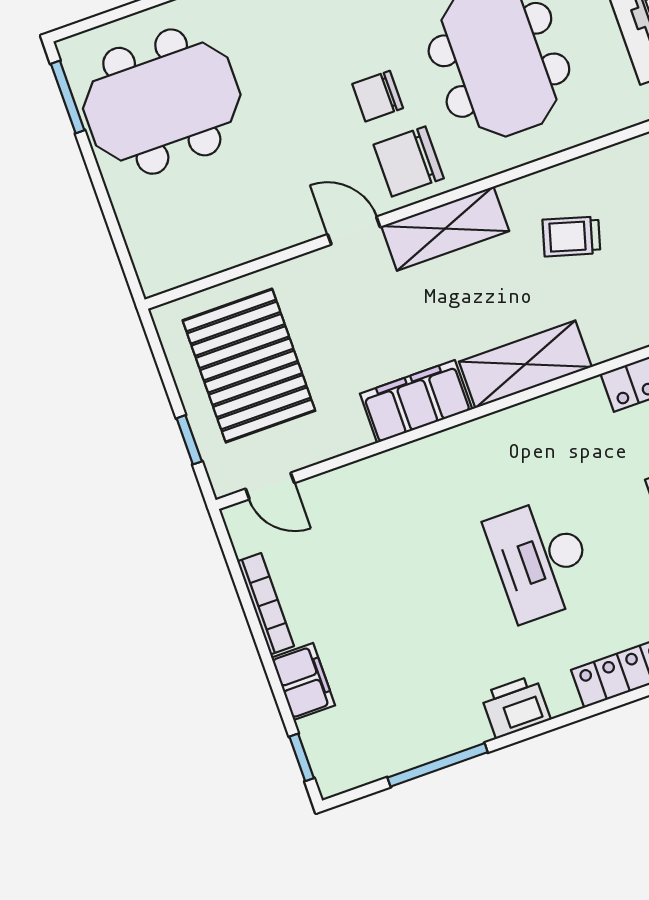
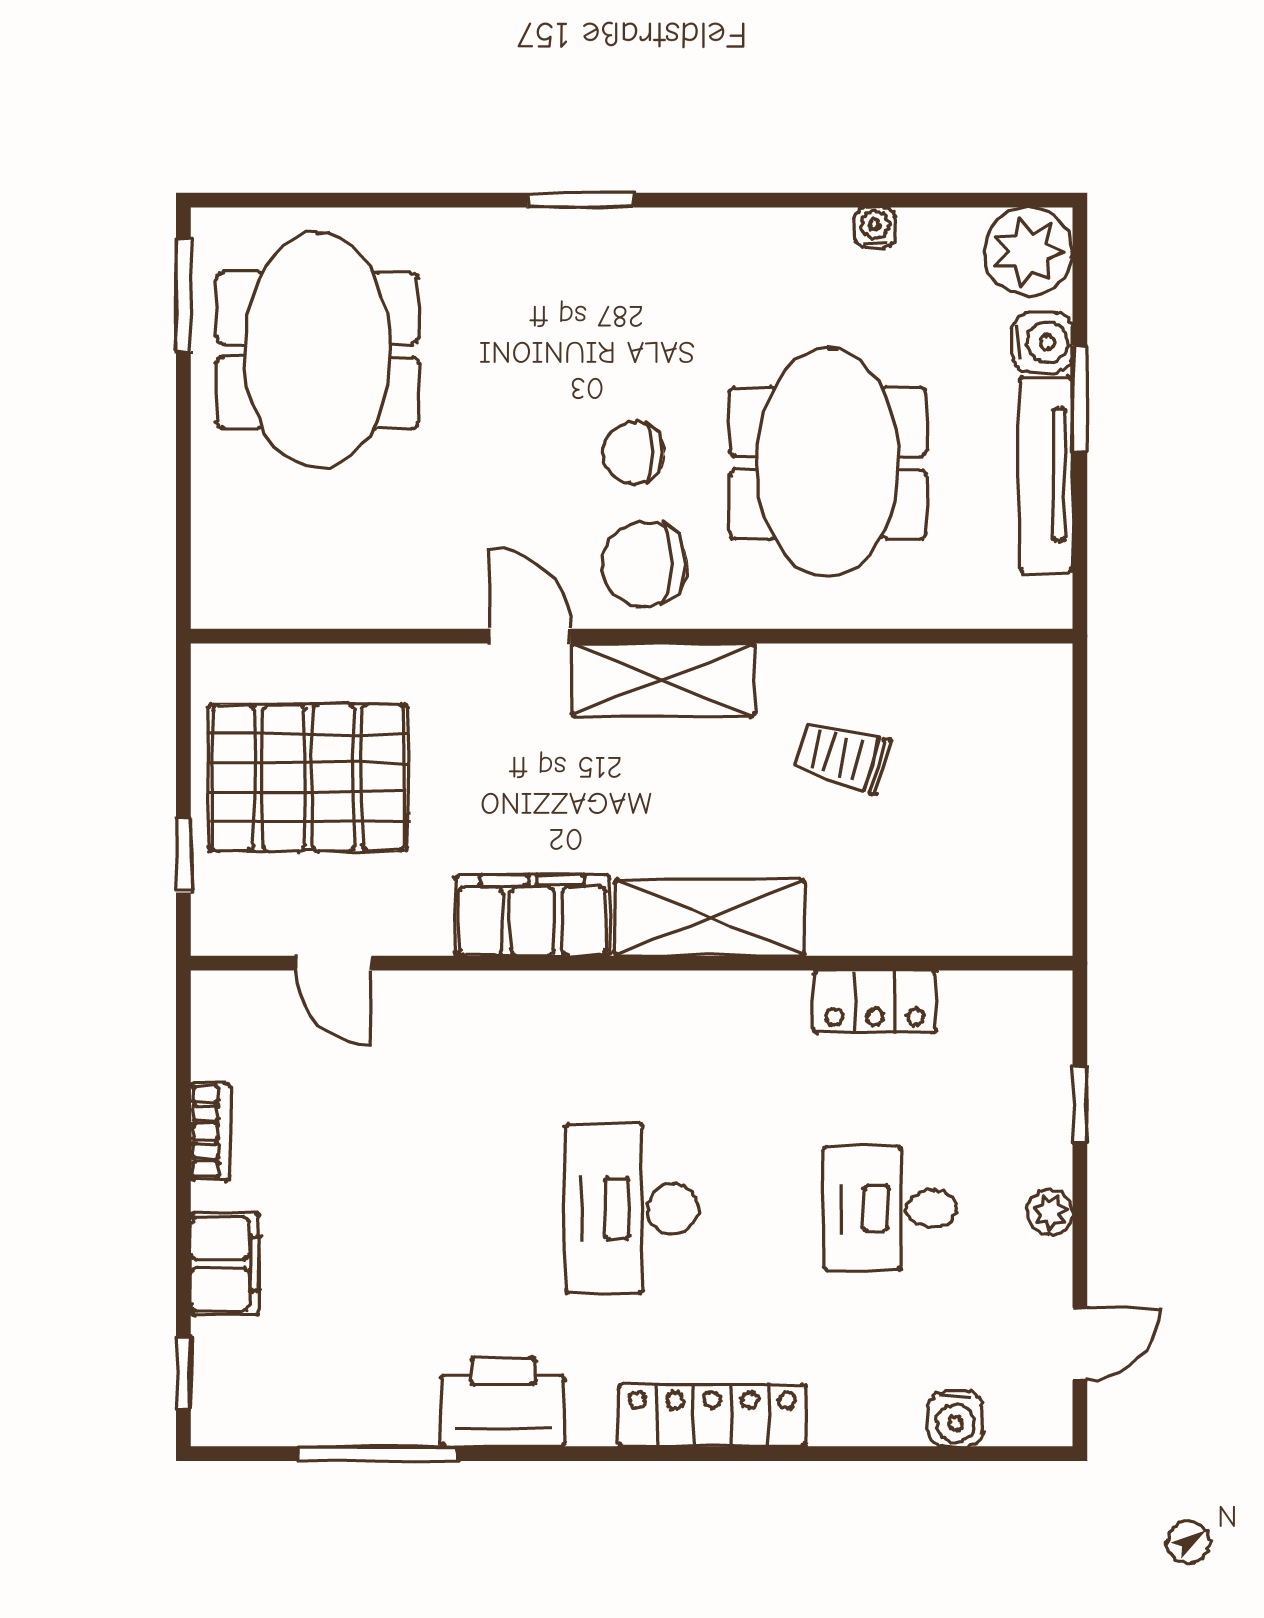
meeting table: (162, 102) -> (318, 350), turned 90
pallet: (249, 366) -> (308, 778), turned 90
door: (270, 486) -> (334, 963), moved
bookcase: (266, 604) -> (210, 1132), width x0.64
printer: (516, 707) -> (503, 1402), width x1.37, depth x1.19

